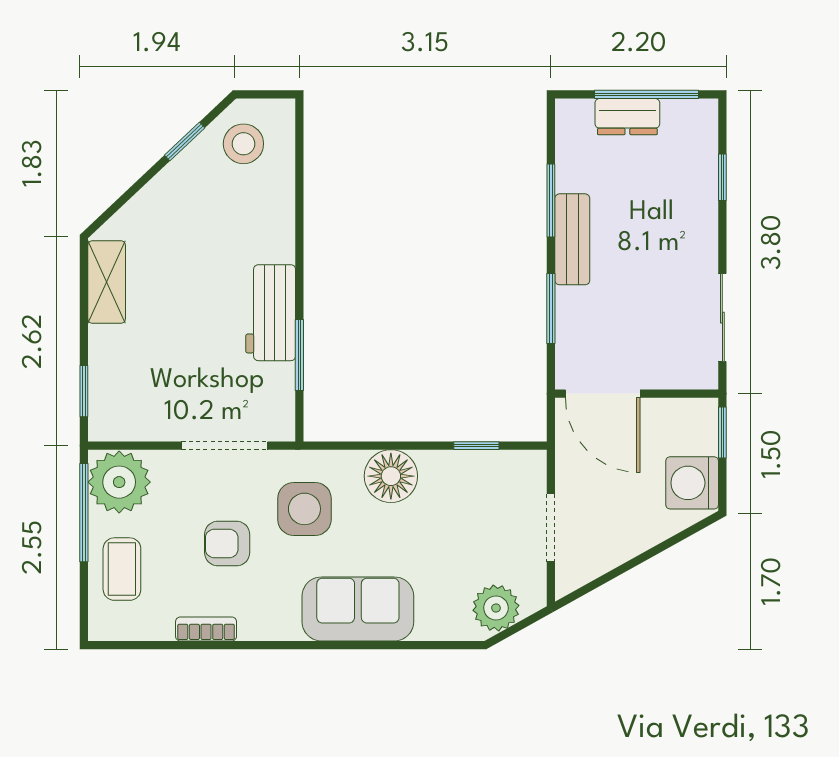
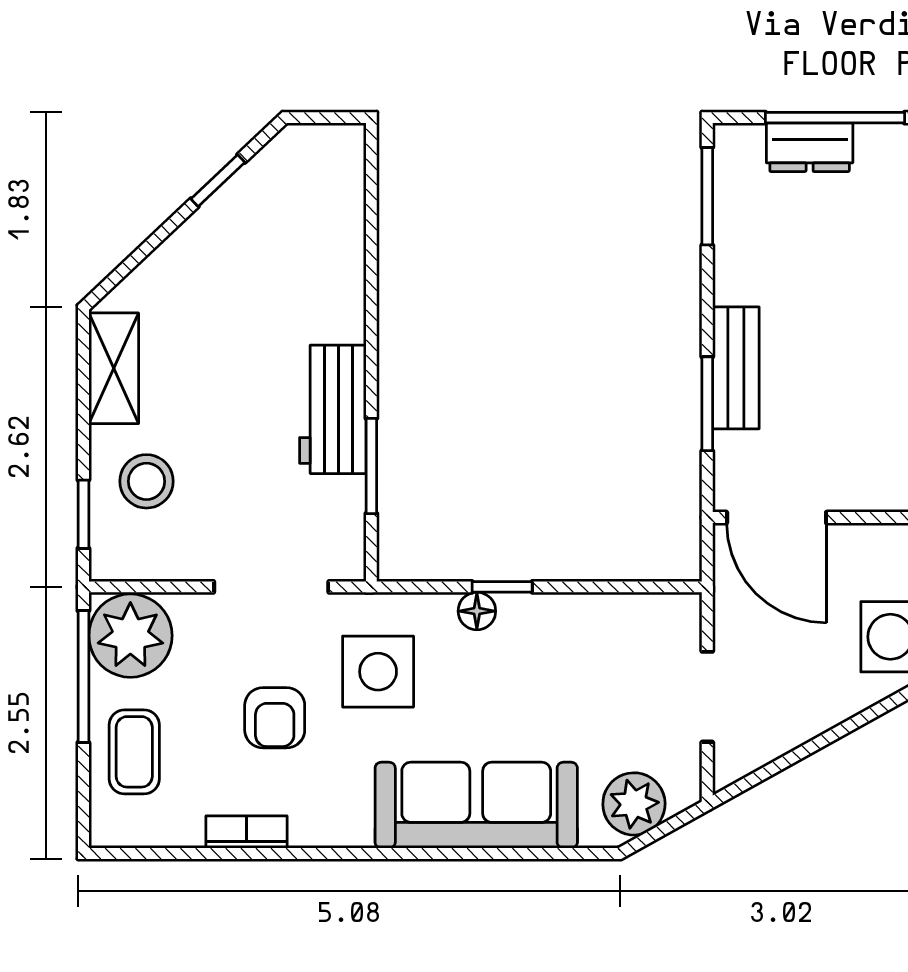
stool: (243, 144) -> (146, 481), moved
window: (551, 201) -> (707, 196), moved
bench: (572, 239) -> (736, 368), moved
window: (476, 446) -> (502, 587), moved
floor lamp: (391, 476) -> (477, 611), width x0.53, depth x0.53
armchair: (227, 544) -> (275, 718), turned -90
sofa: (358, 609) -> (476, 805), width x1.36

